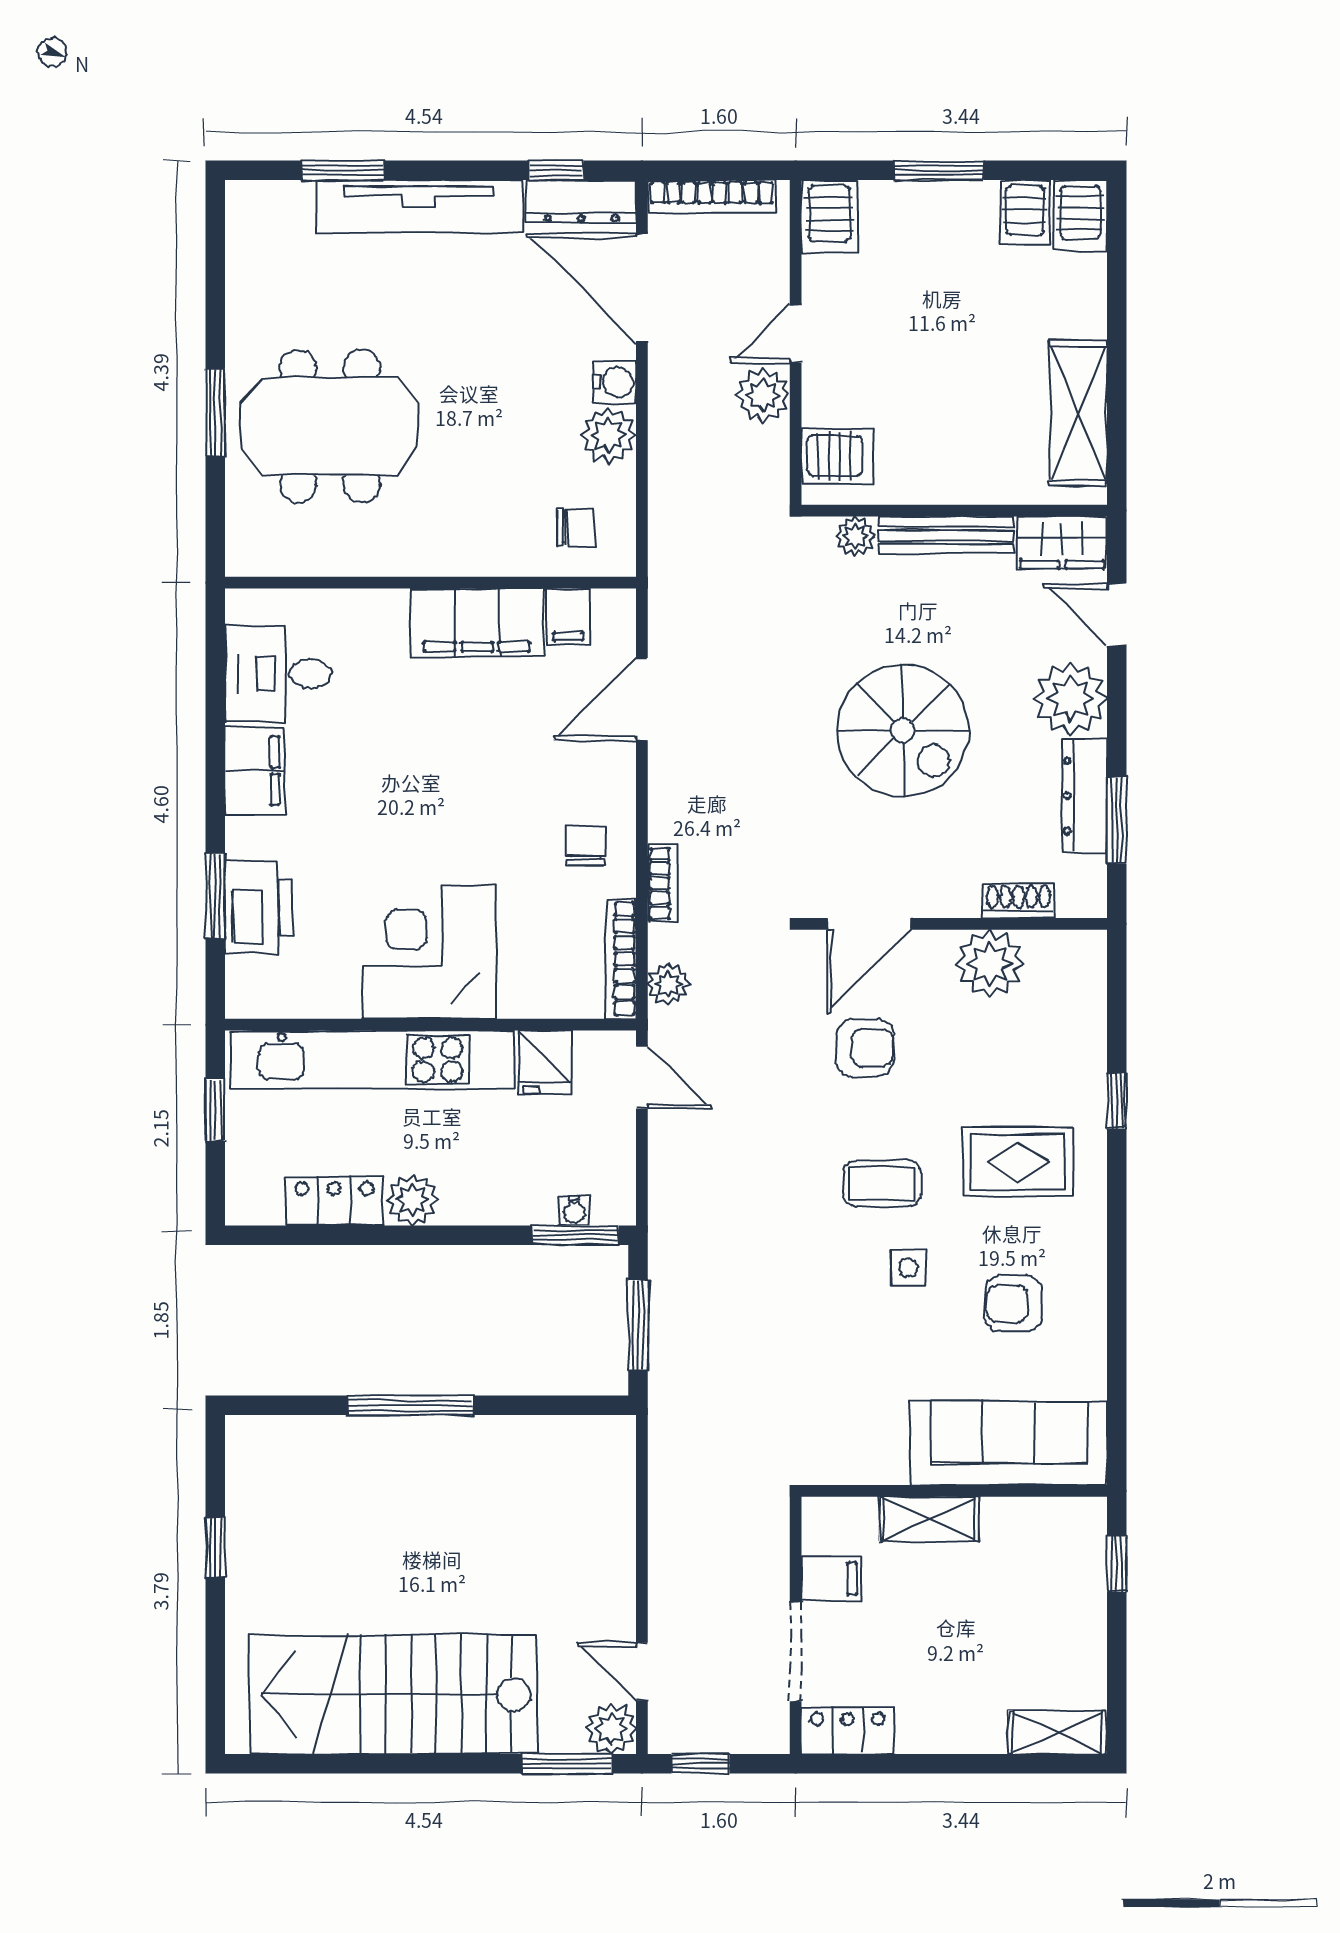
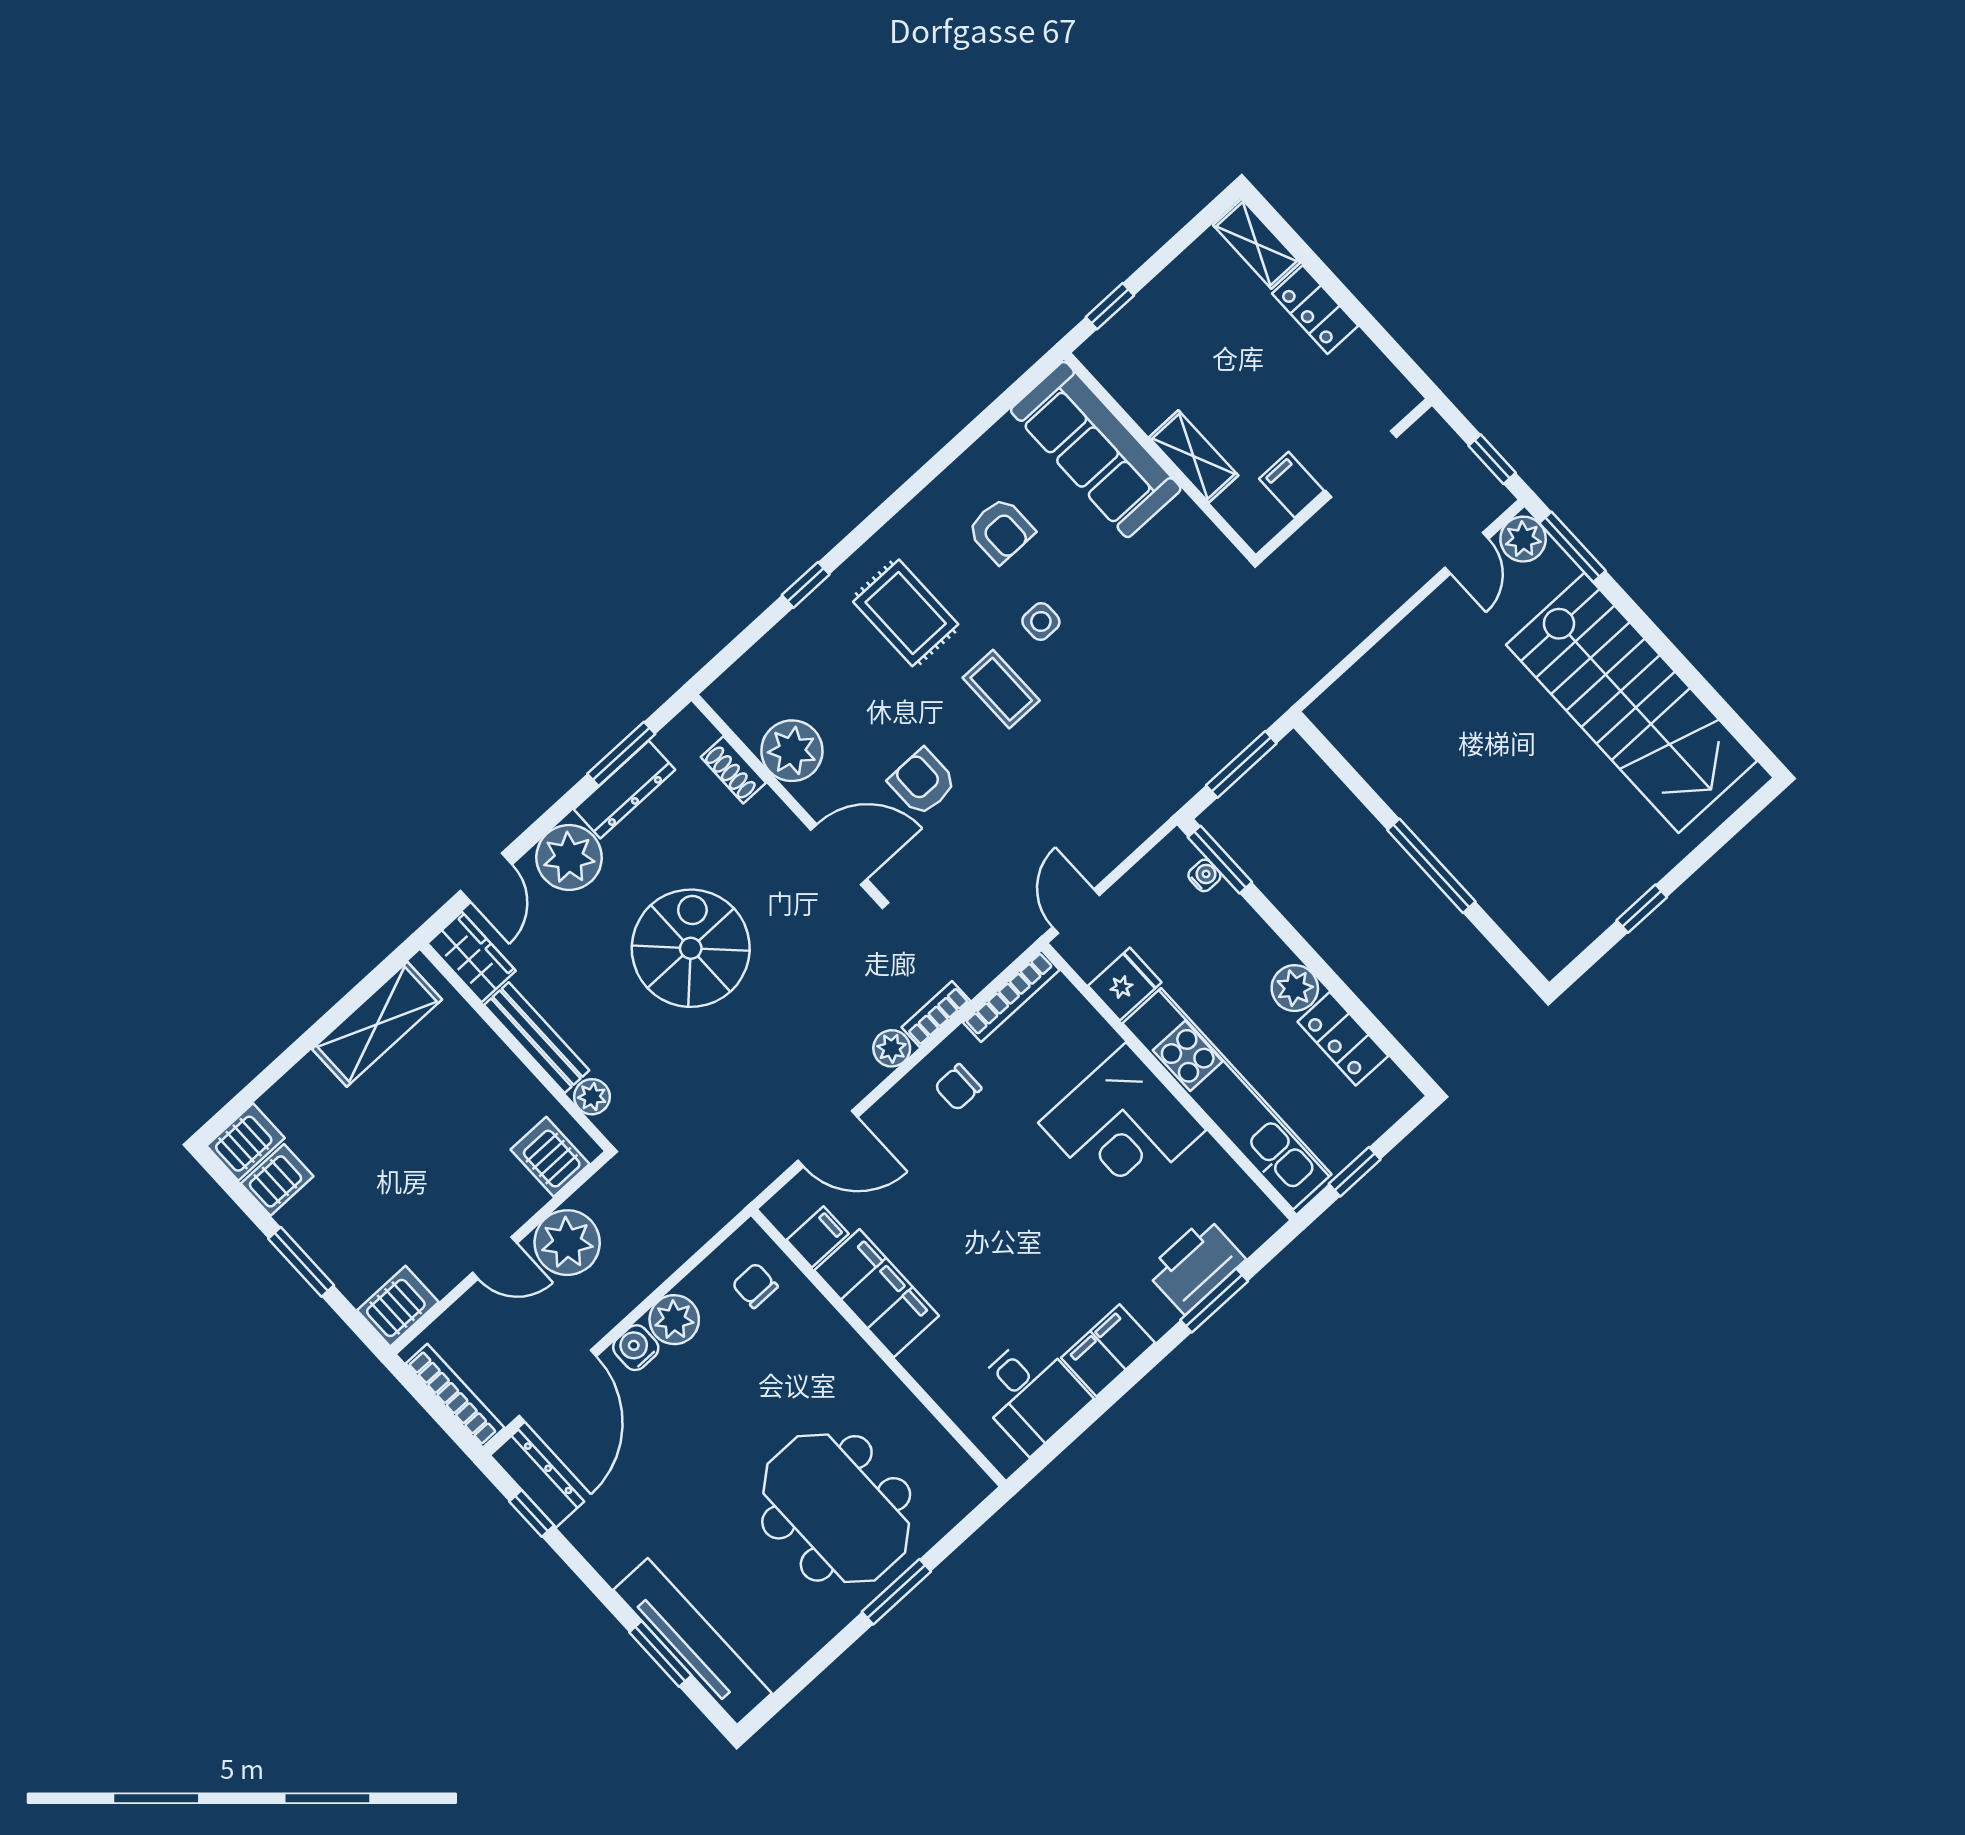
tv unit: (419, 206) -> (692, 1641), moved
plant: (763, 395) -> (567, 1243), width x1.36, depth x1.36
plant: (668, 984) -> (892, 1048), moved
locker: (848, 1731) -> (1315, 310), moved

